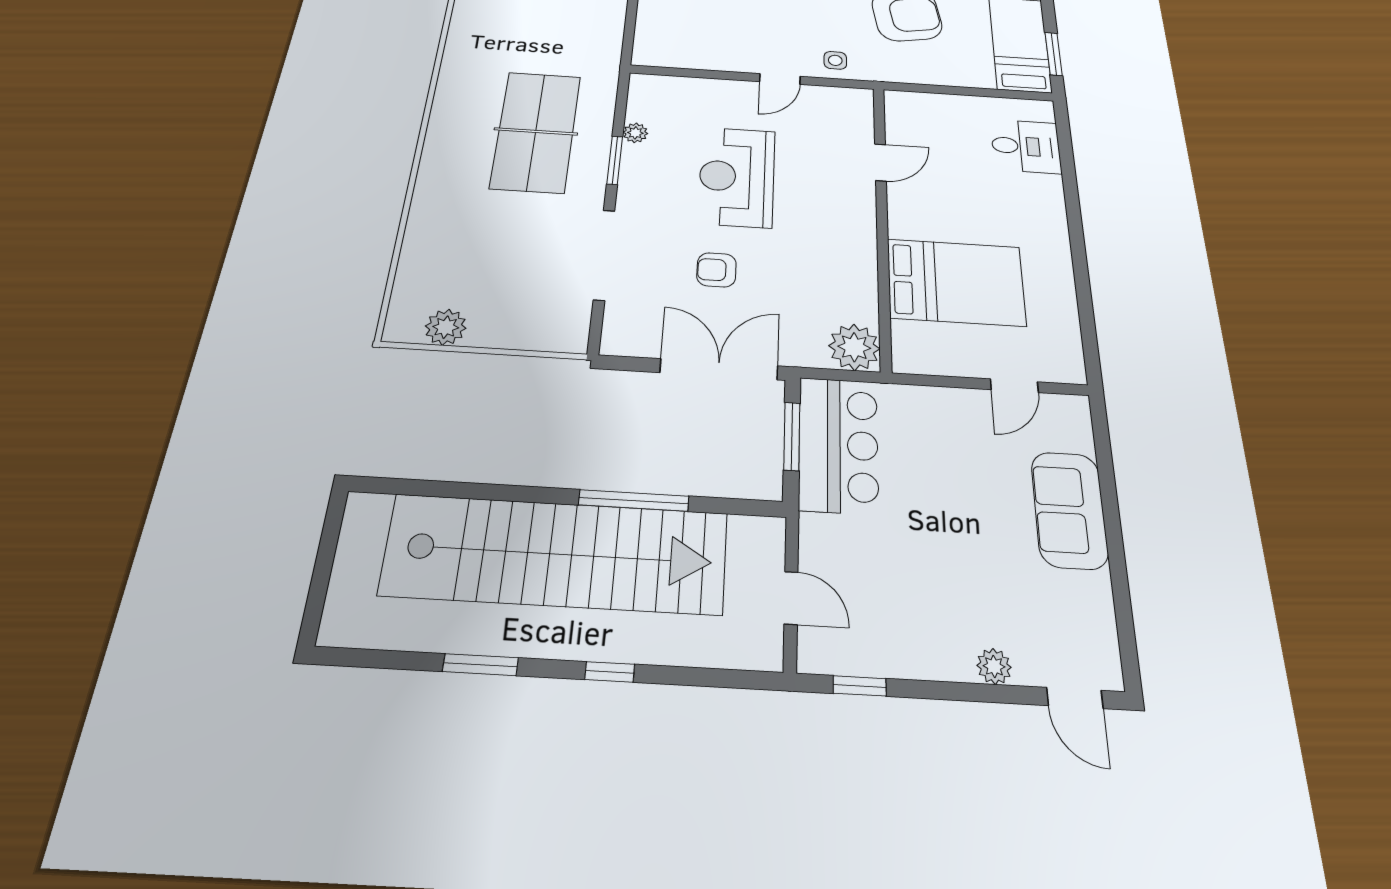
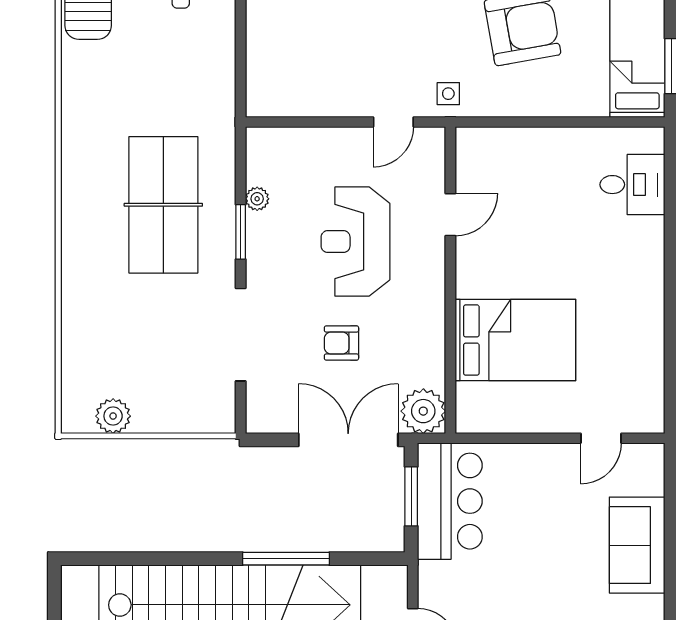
door: (880, 162) -> (450, 215), moved
wall: (882, 221) -> (450, 280), moved
bed: (956, 282) -> (515, 340), moved
plant: (854, 347) -> (423, 411), moved

